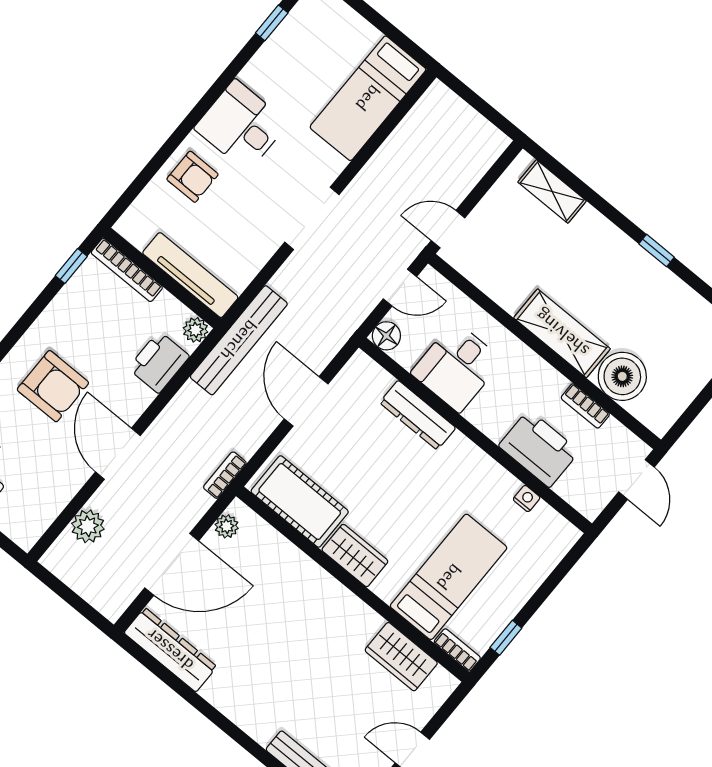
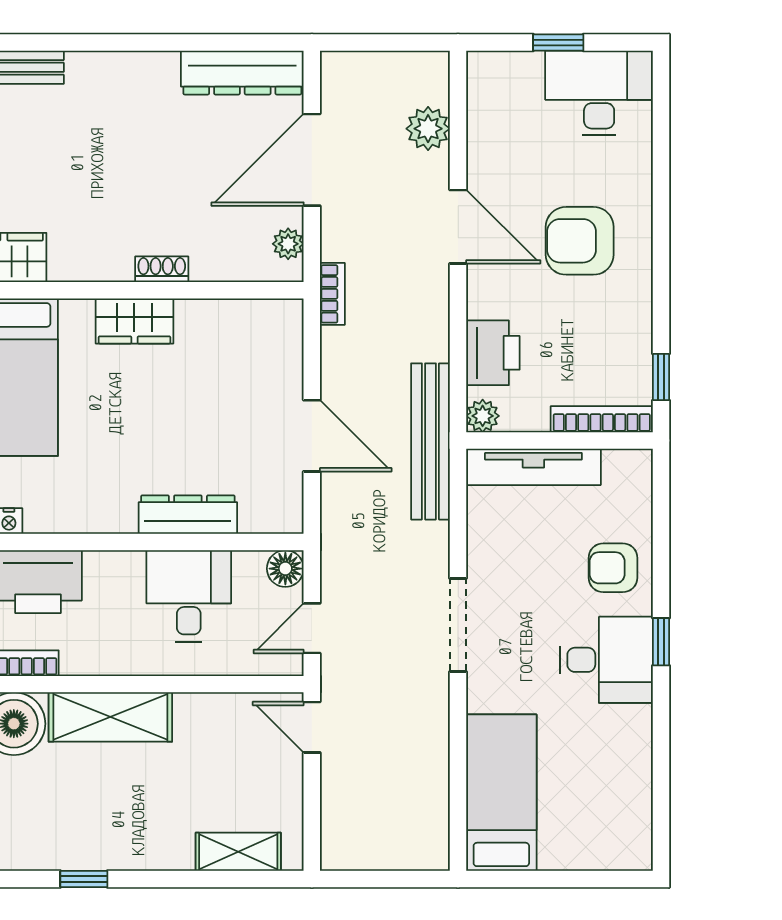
window: (272, 23) -> (661, 642), moved
door: (448, 229) -> (312, 727), swing flipped
cot: (300, 501) -> (235, 329), removed
shoe rack: (314, 573) -> (162, 269), added

